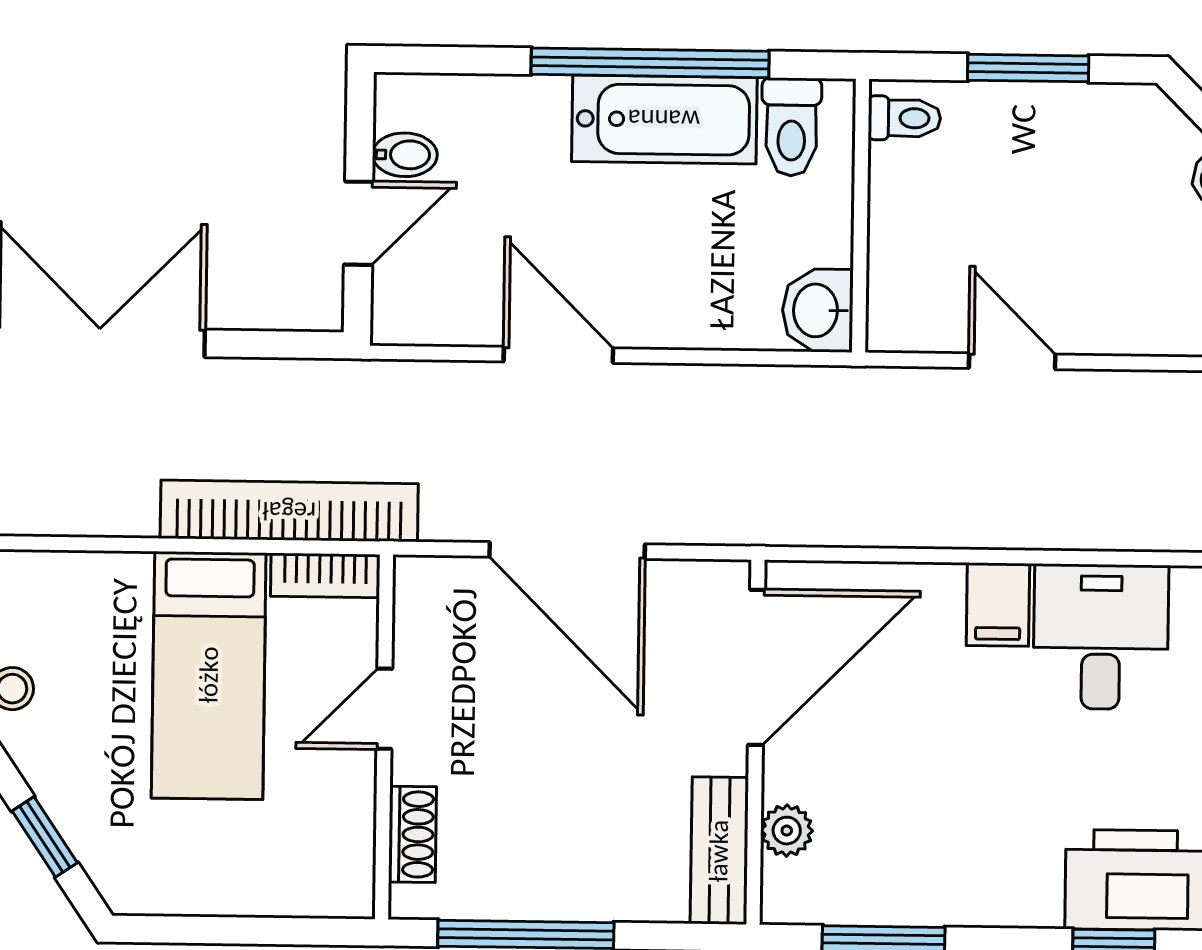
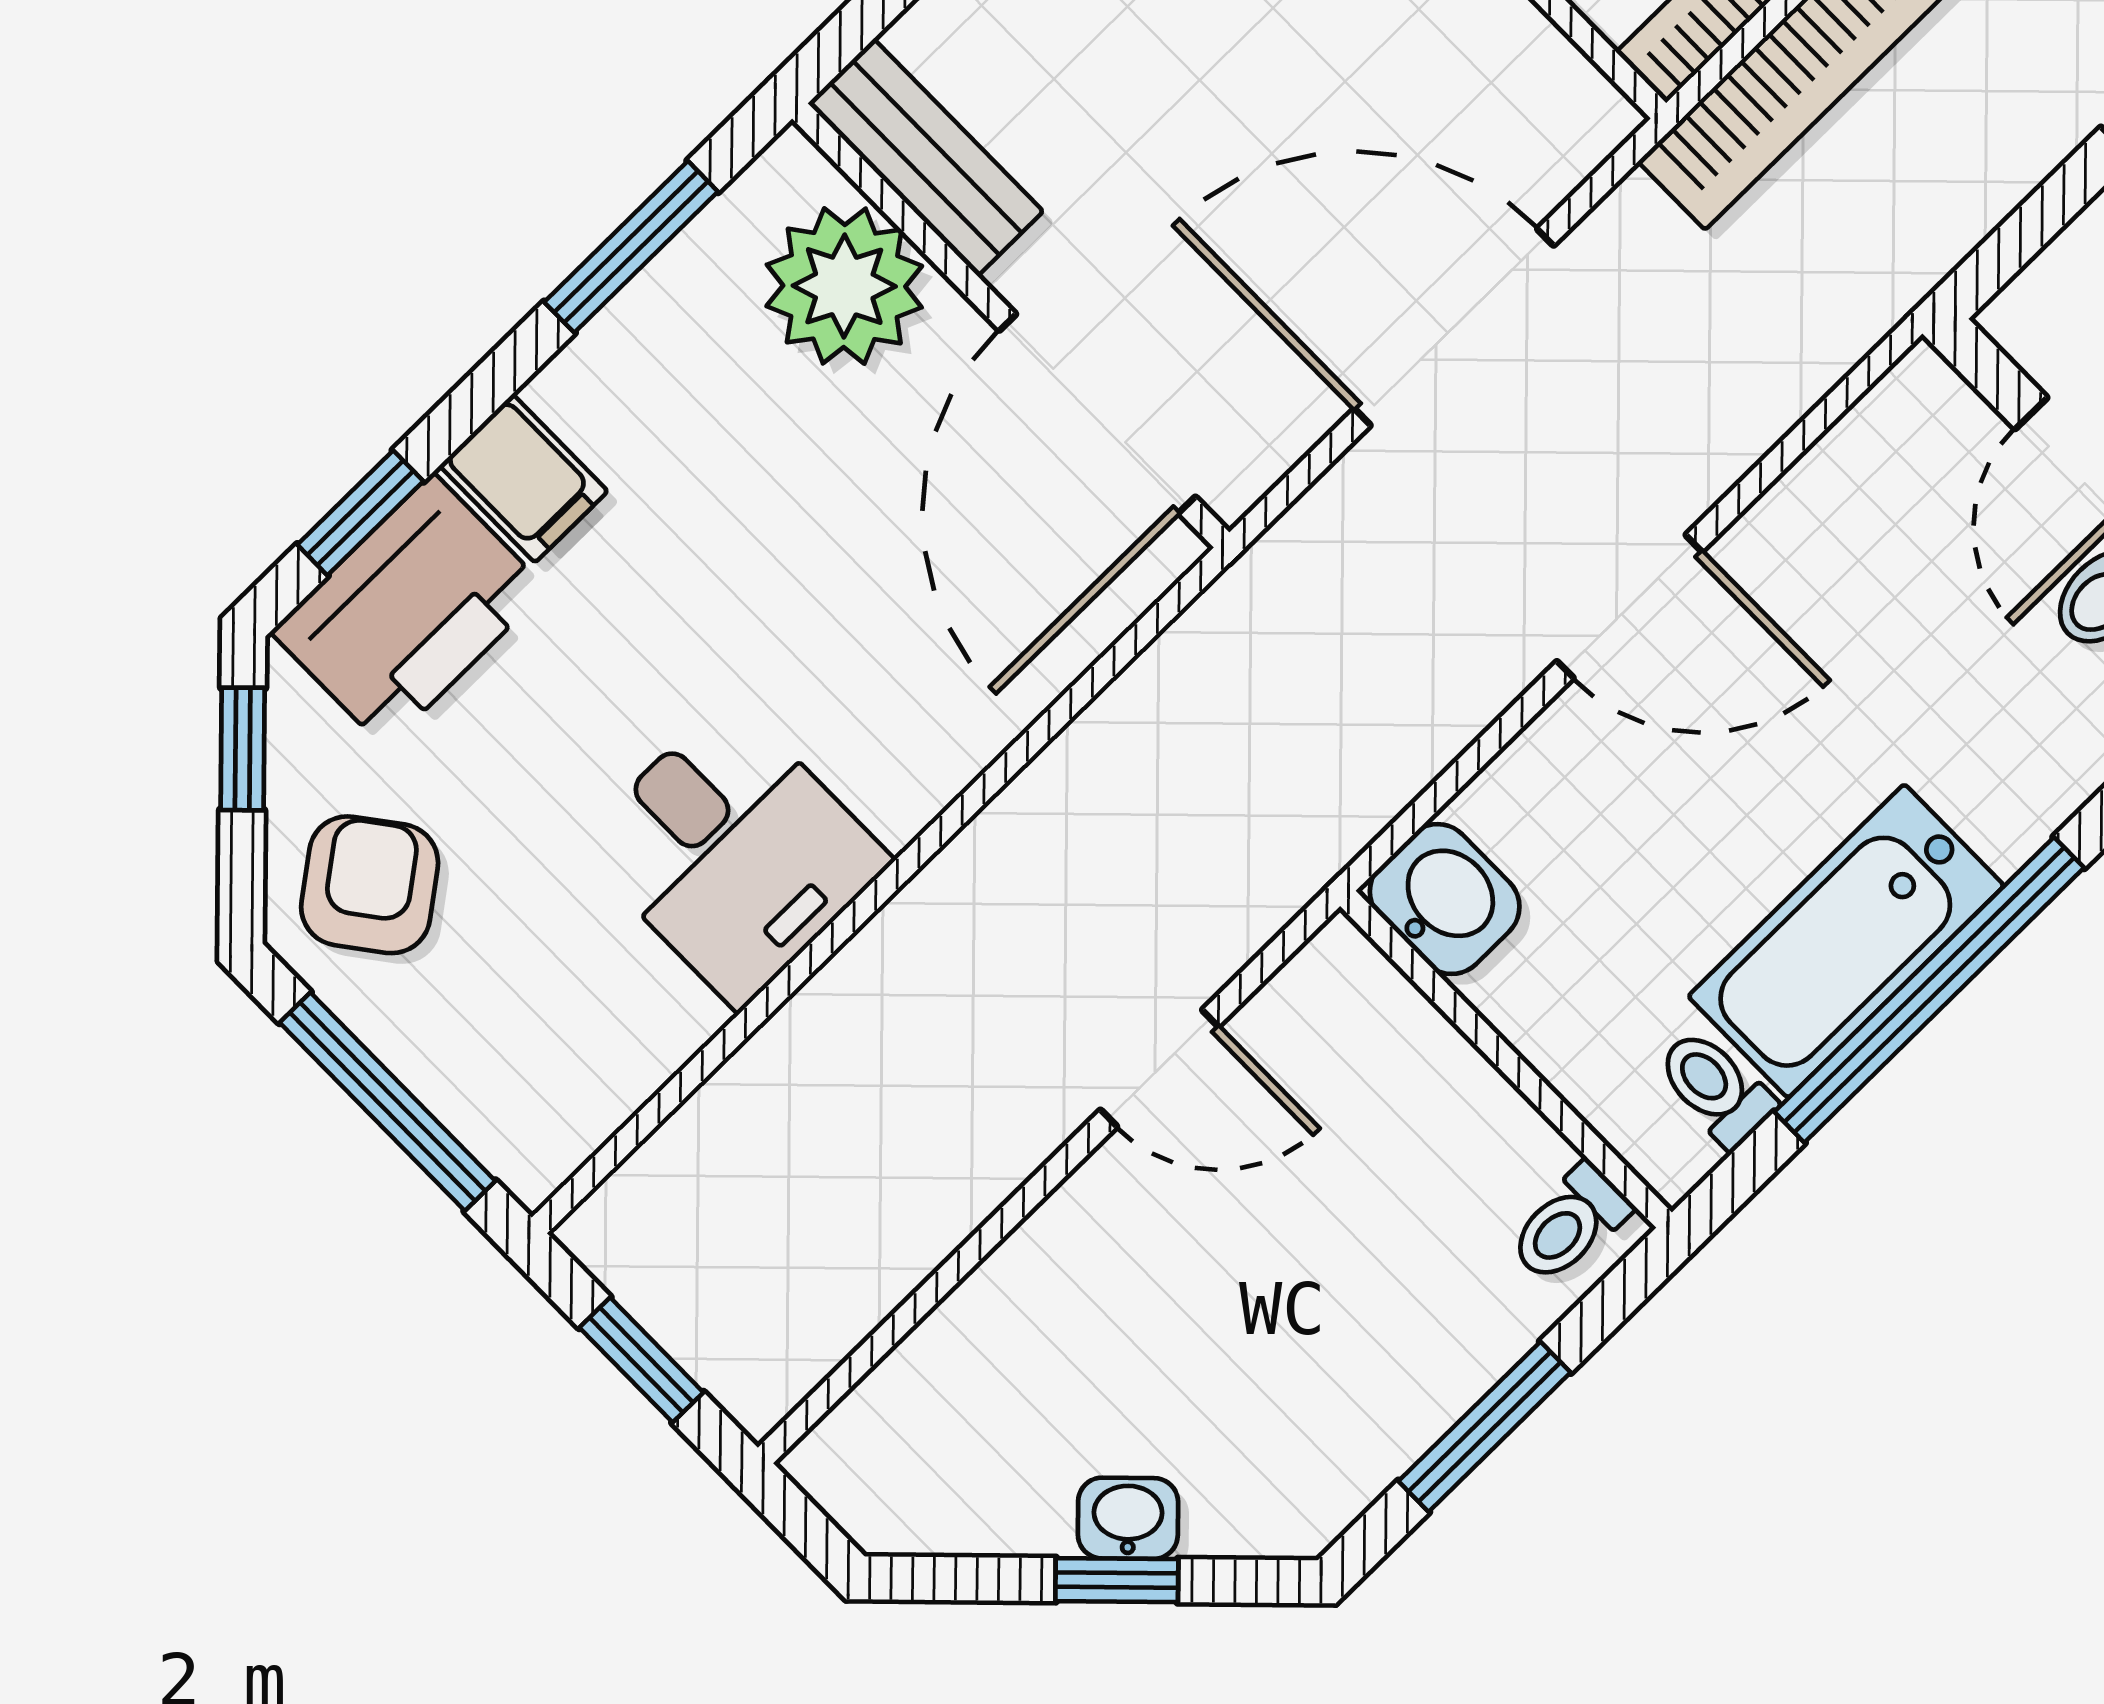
toilet: (791, 127) -> (1715, 1088), width x0.73, depth x0.72
door: (558, 355) -> (1630, 606), moved
filing cabinet: (998, 604) -> (524, 478), moved, turned 180
plant: (787, 831) -> (844, 286), width x1.88, depth x1.88

